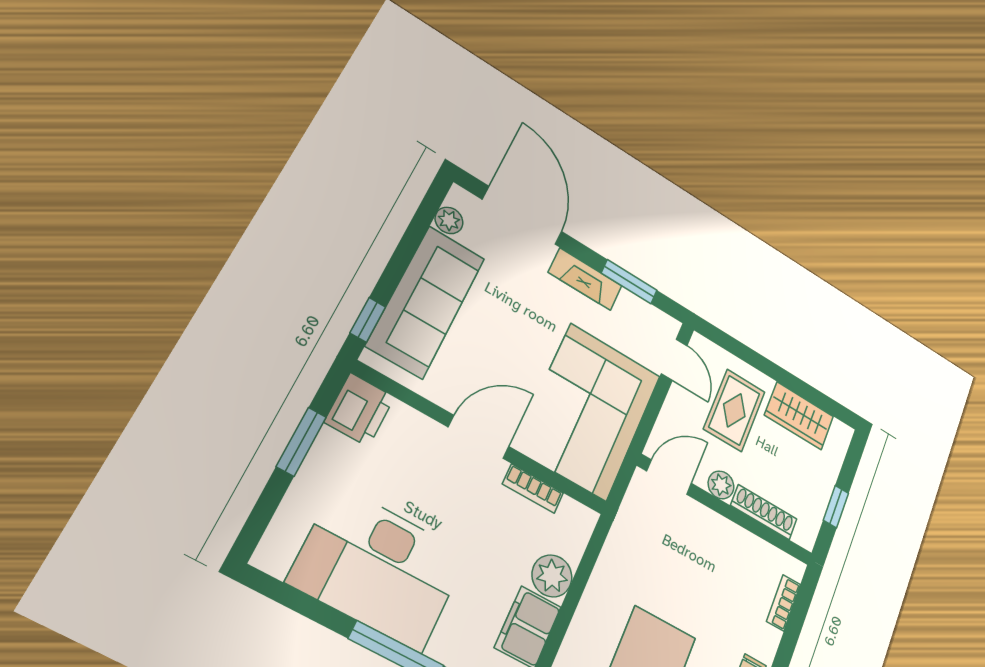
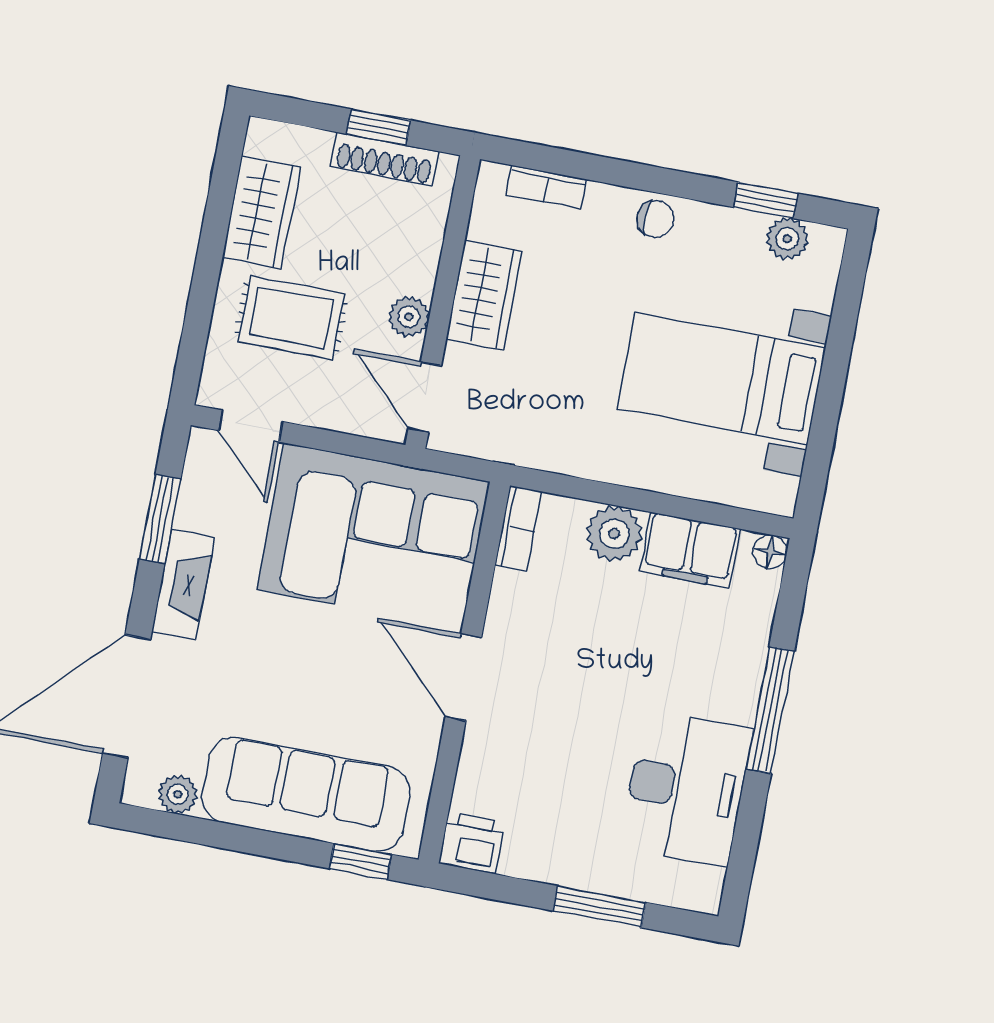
door: (674, 360) -> (250, 426), swing flipped
printer: (359, 410) -> (472, 843), width x0.73, depth x0.81
window: (301, 442) -> (599, 907), moved
bookcase: (533, 489) -> (518, 528), moved
shoe rack: (764, 512) -> (385, 159), moved, turned -90
wardrobe: (725, 539) -> (484, 295), added
desk: (379, 568) -> (686, 788), width x0.73, depth x0.77

